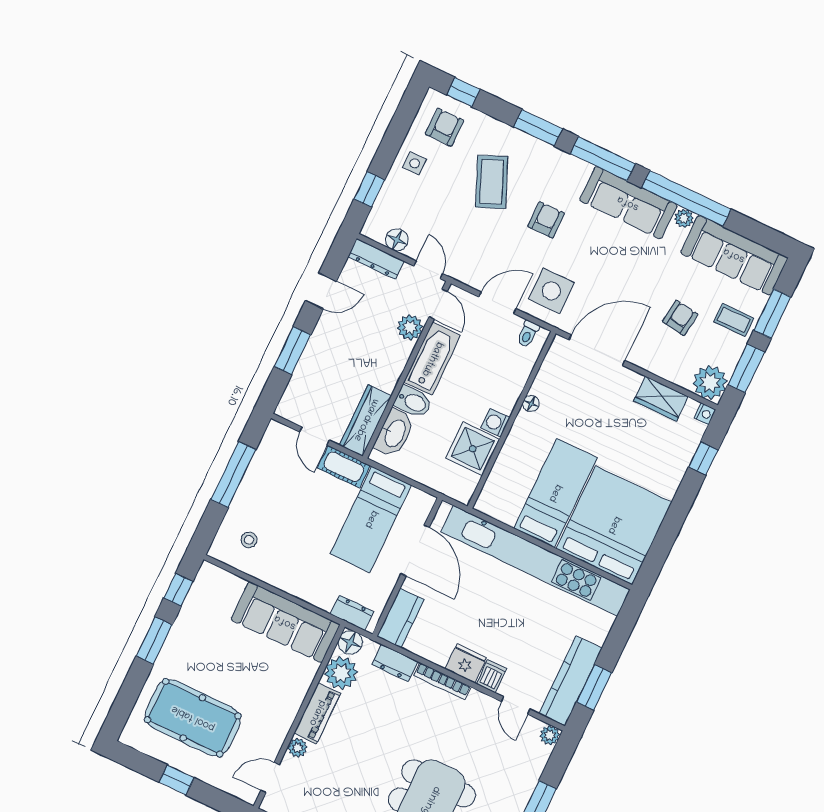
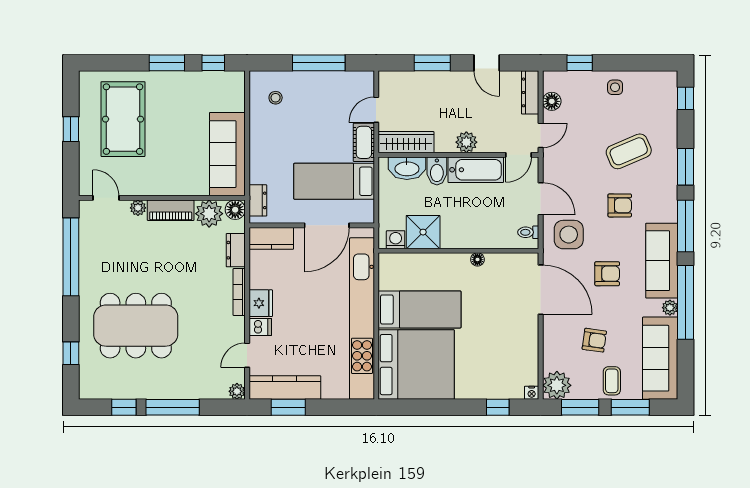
armchair: (445, 127) -> (607, 274), moved
plant: (410, 327) -> (466, 142), moved
wardrobe: (661, 399) -> (527, 355), removed
washing machine: (495, 423) -> (396, 240), moved

